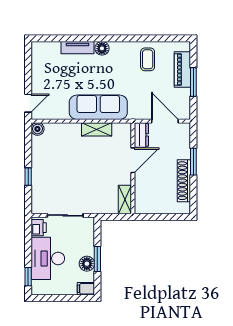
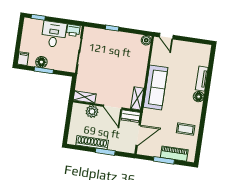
shelving: (97, 129) -> (137, 98), moved
plant: (143, 187) -> (92, 112), added
desk: (48, 258) -> (54, 34), width x0.73

